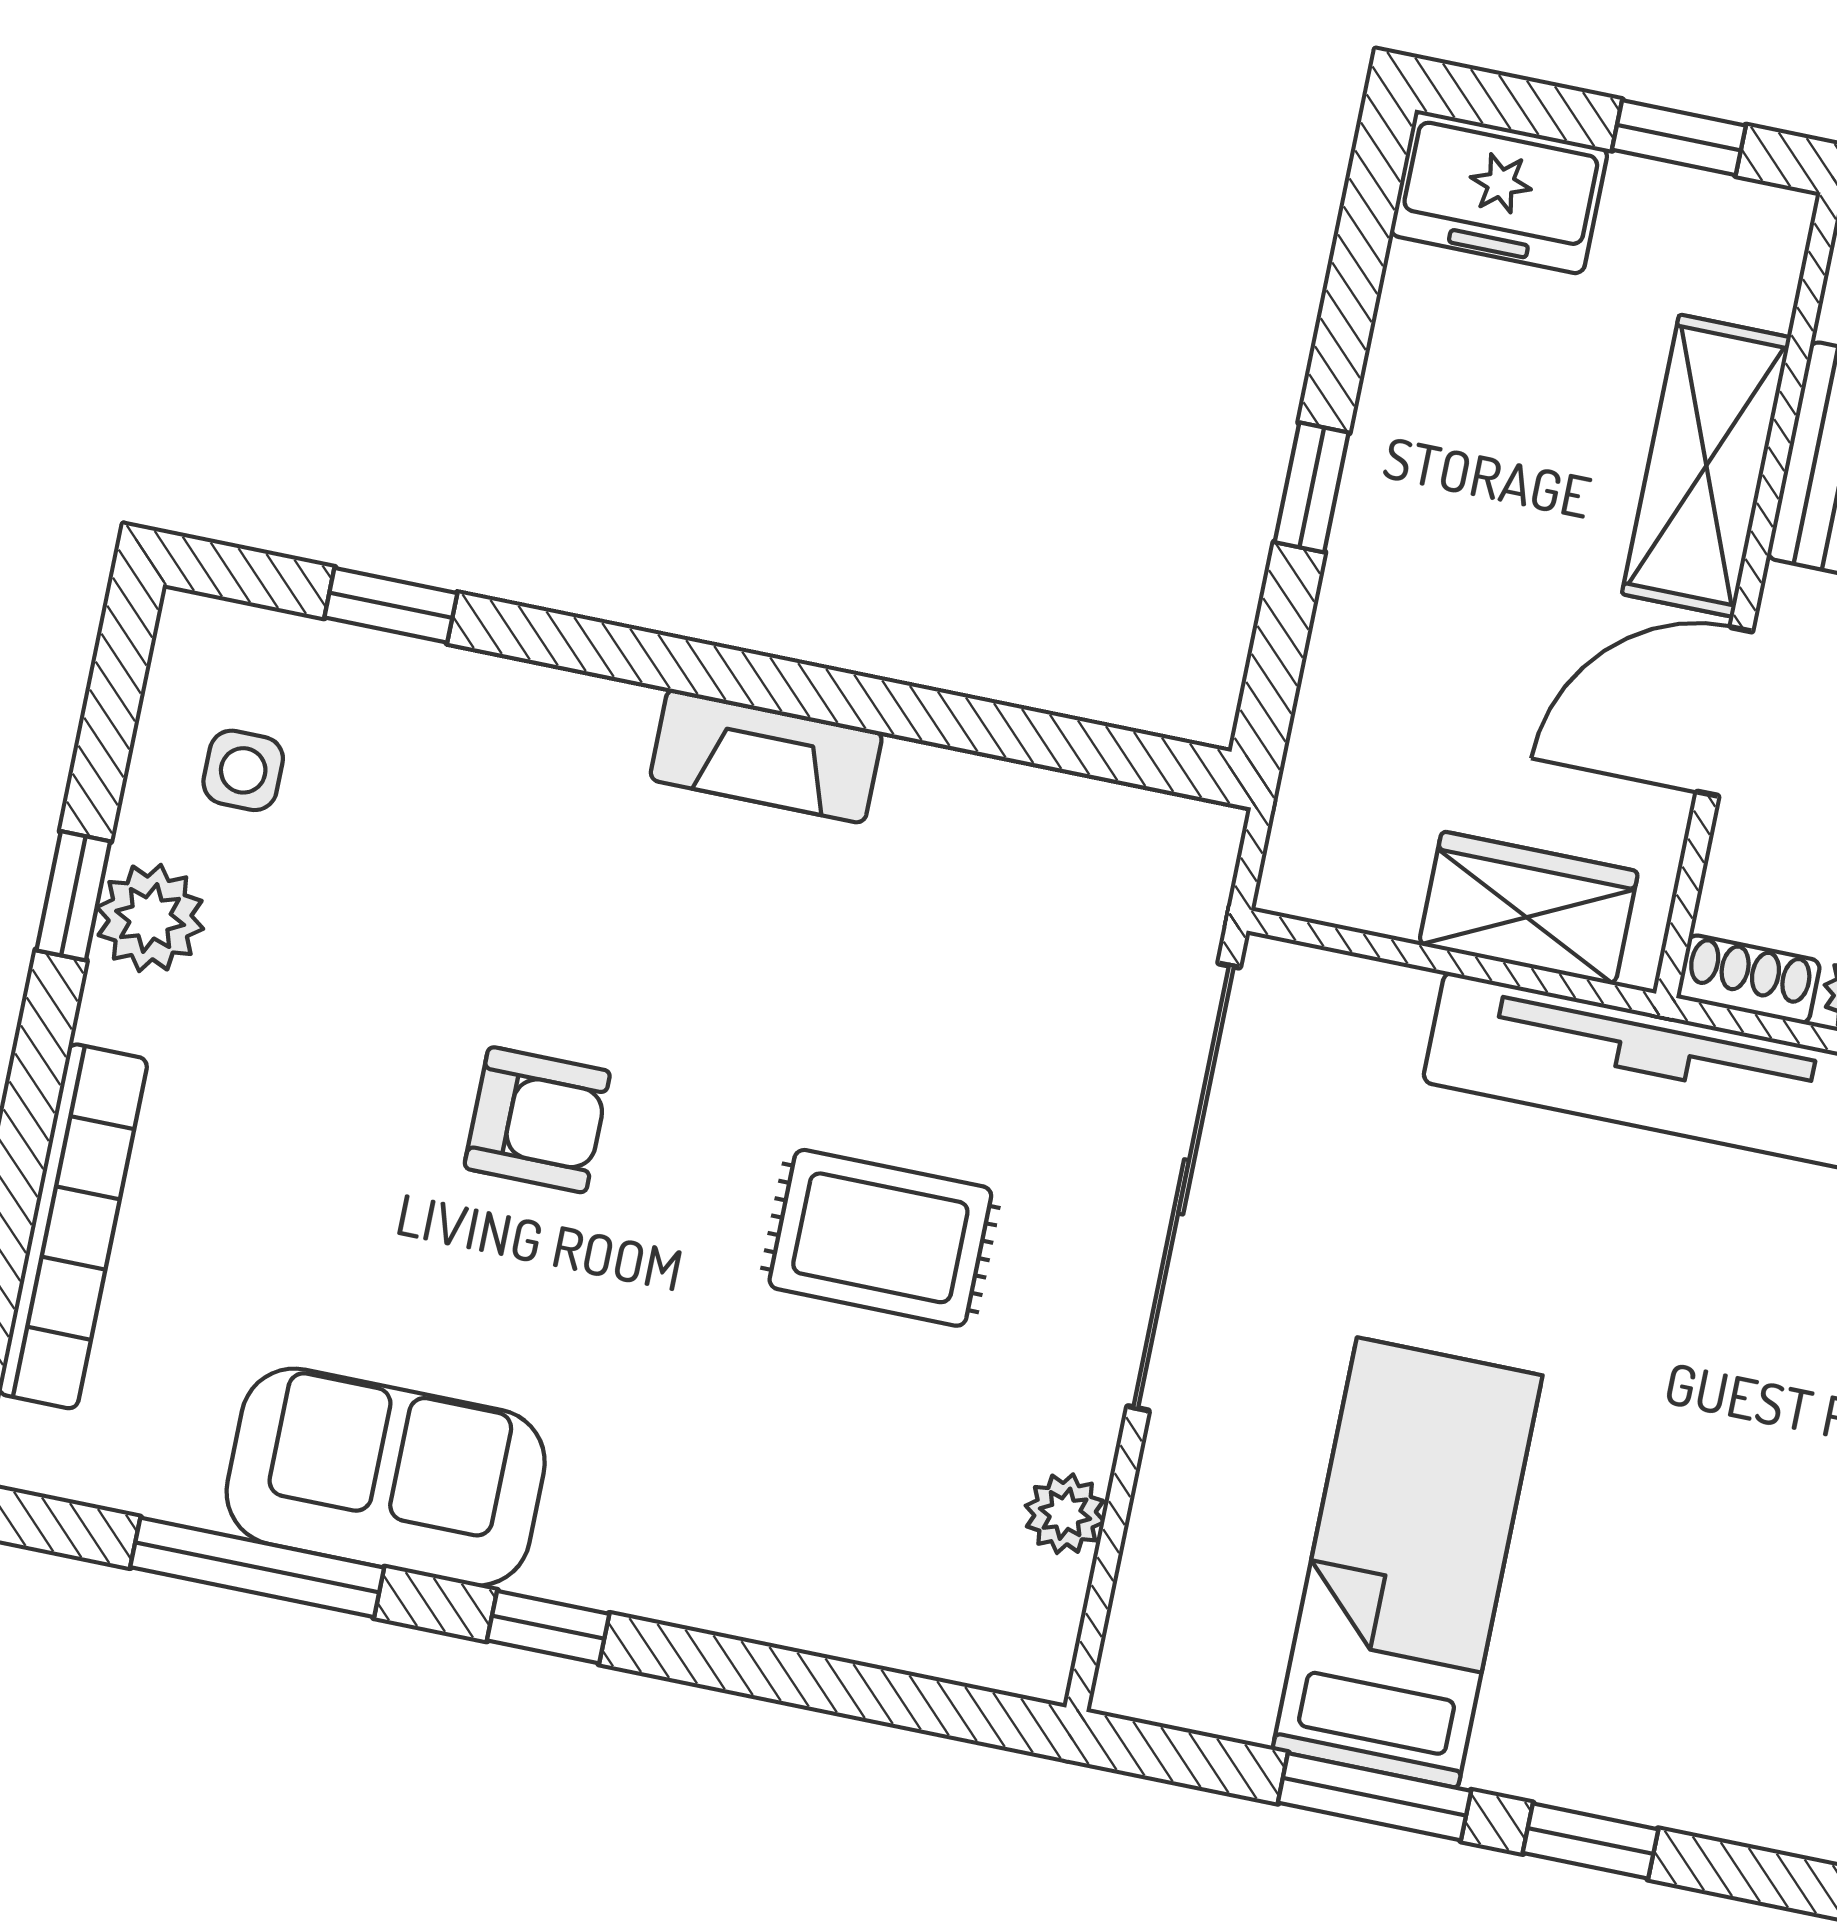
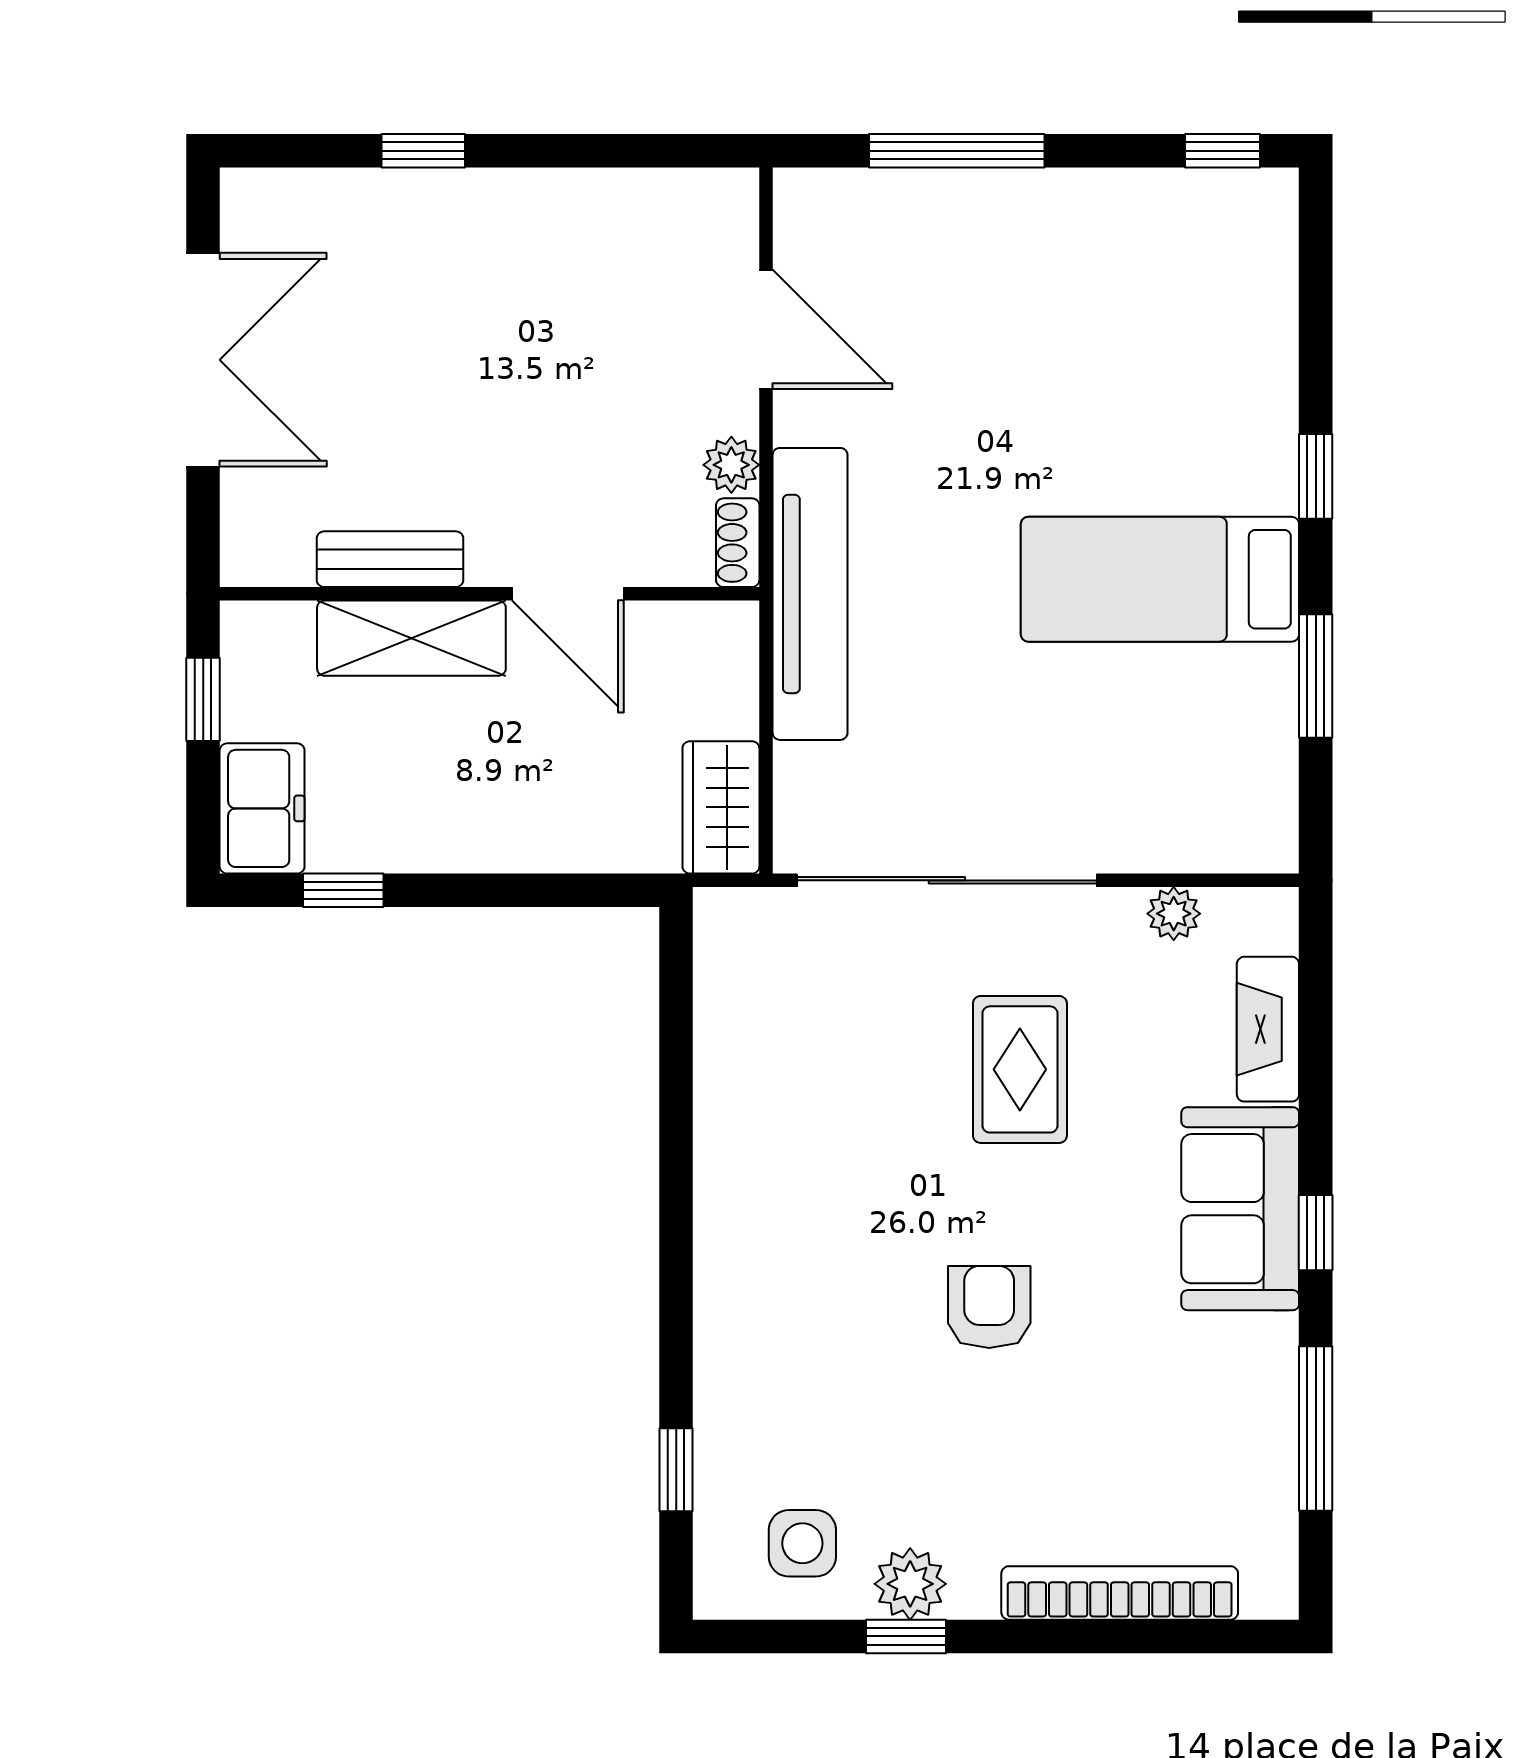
window: (1312, 487) -> (343, 890), moved
fireplace: (766, 756) -> (1268, 1029), moved, turned 180
side table: (243, 770) -> (802, 1543), width x1.37, depth x1.37
wardrobe: (1528, 908) -> (721, 807), moved
sofa: (386, 1477) -> (1240, 1209), moved
bed: (1407, 1563) -> (1160, 579), moved
window: (1591, 1841) -> (1316, 476), moved

